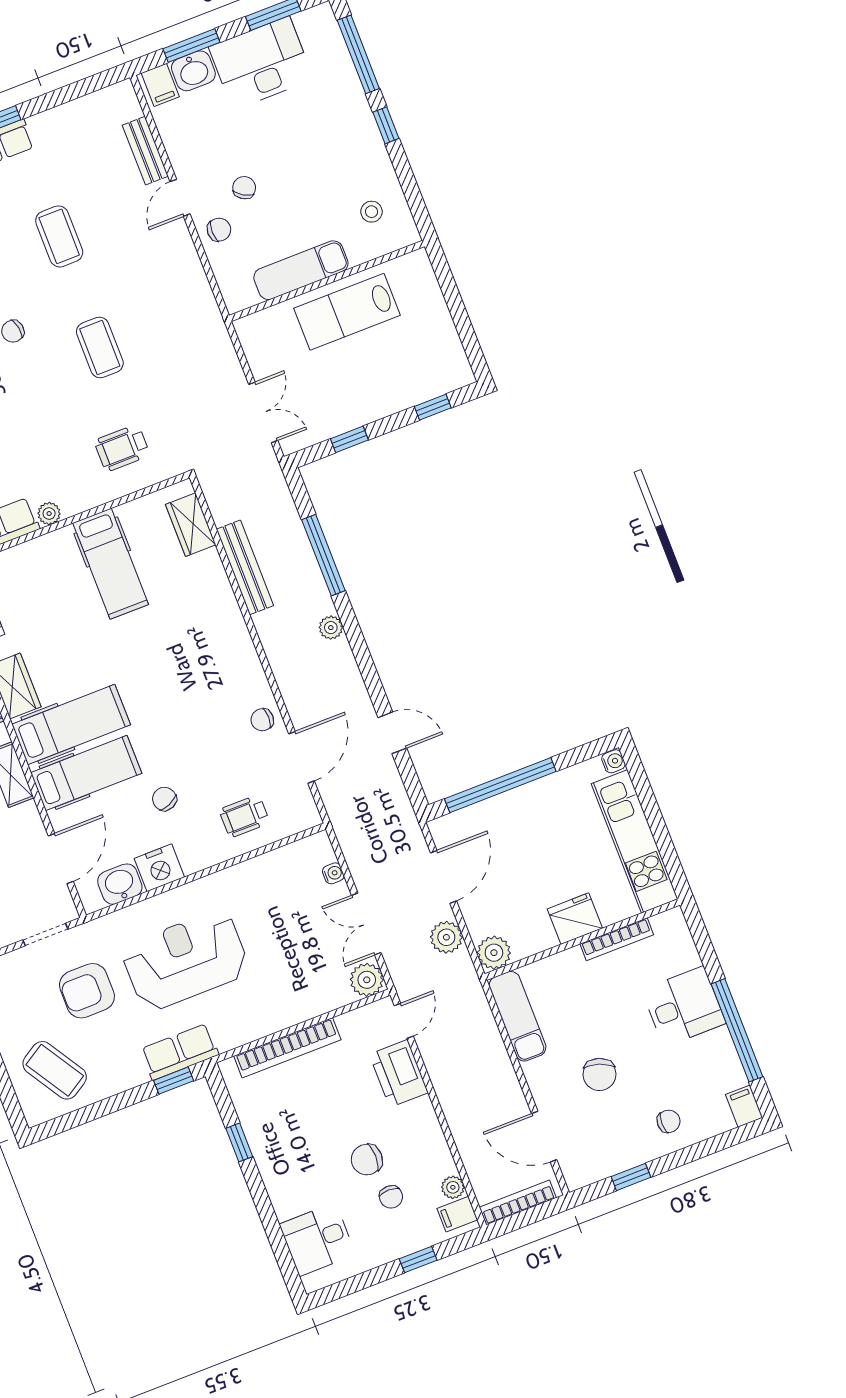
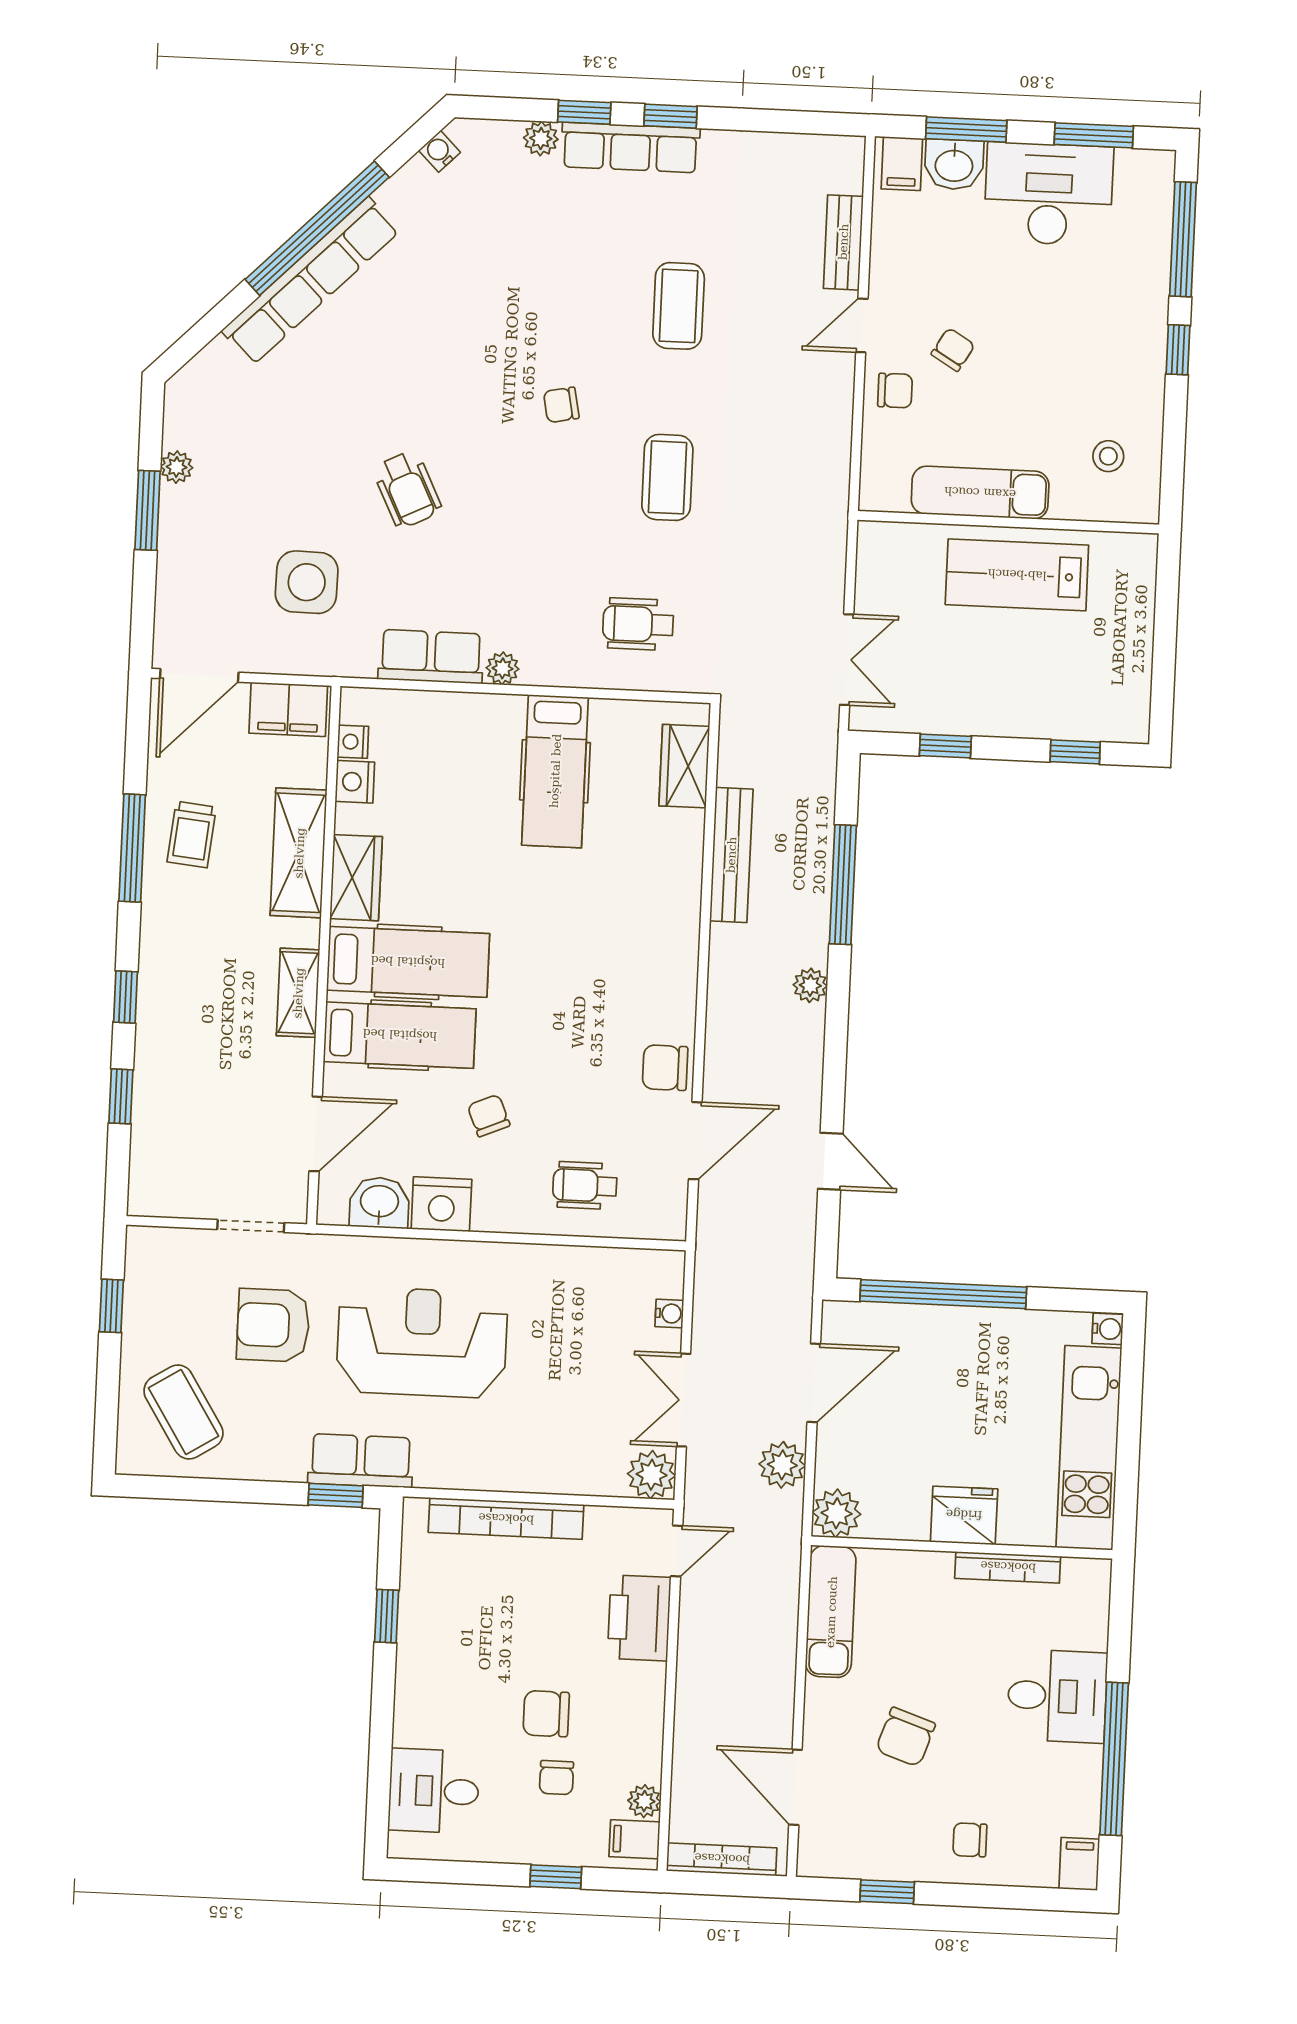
chair: (262, 720) -> (665, 1068), width x1.37, depth x1.37
chair: (669, 1121) -> (970, 1840), turned 180

